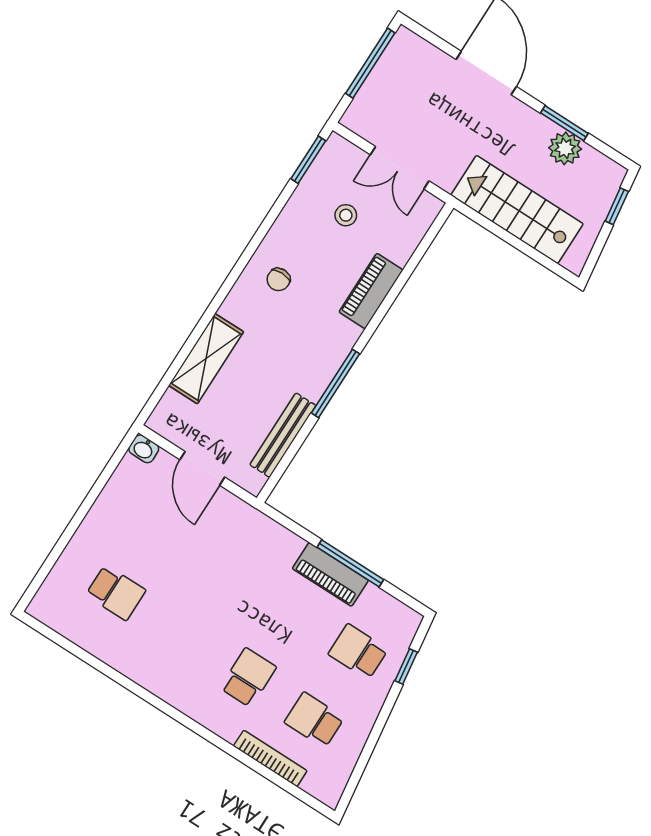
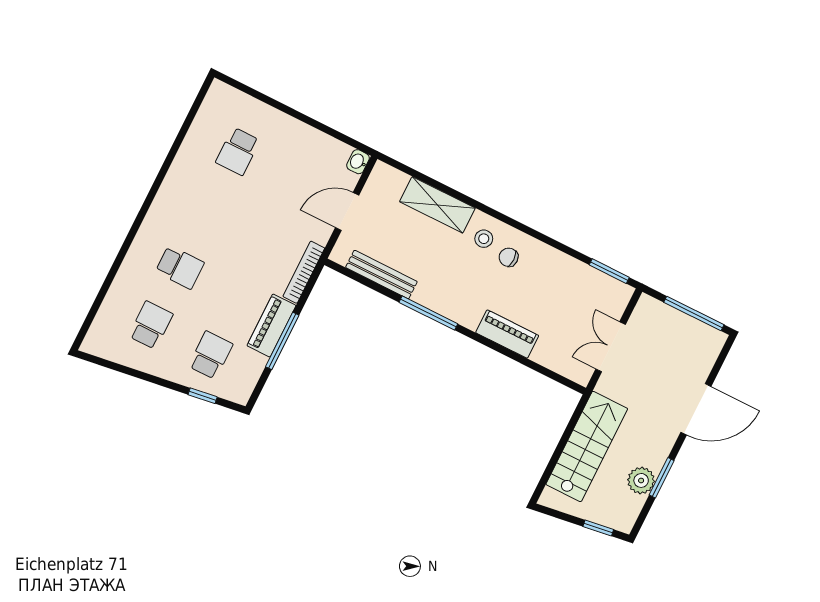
stool: (346, 215) -> (484, 239), moved
bookcase: (270, 758) -> (304, 272), moved, turned 180

